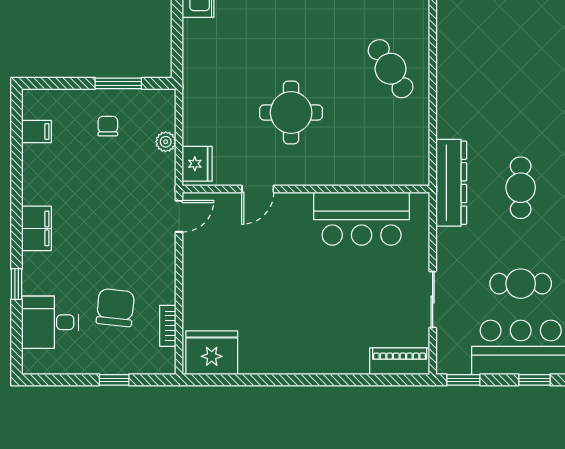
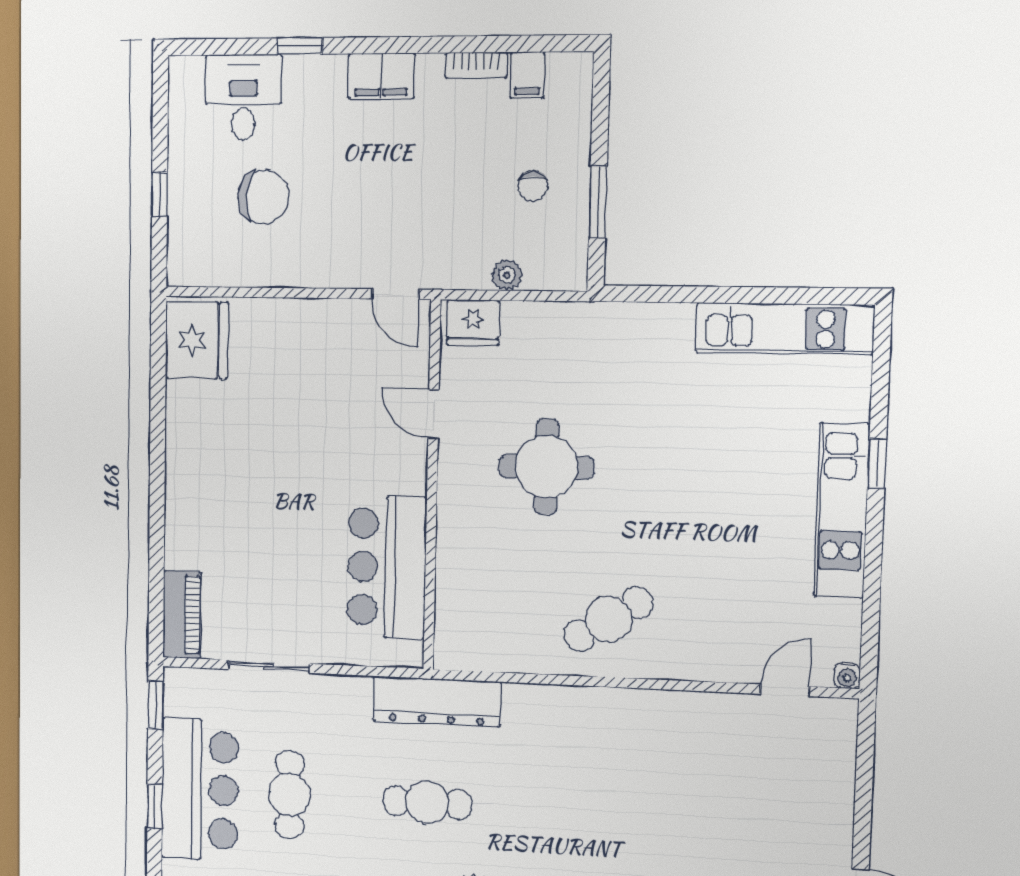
chair: (108, 126) -> (533, 186), turned 91
bookcase: (168, 326) -> (476, 65), moved, turned 180

